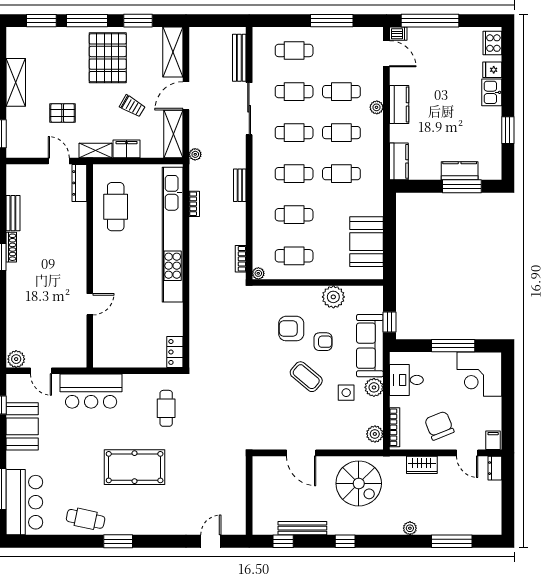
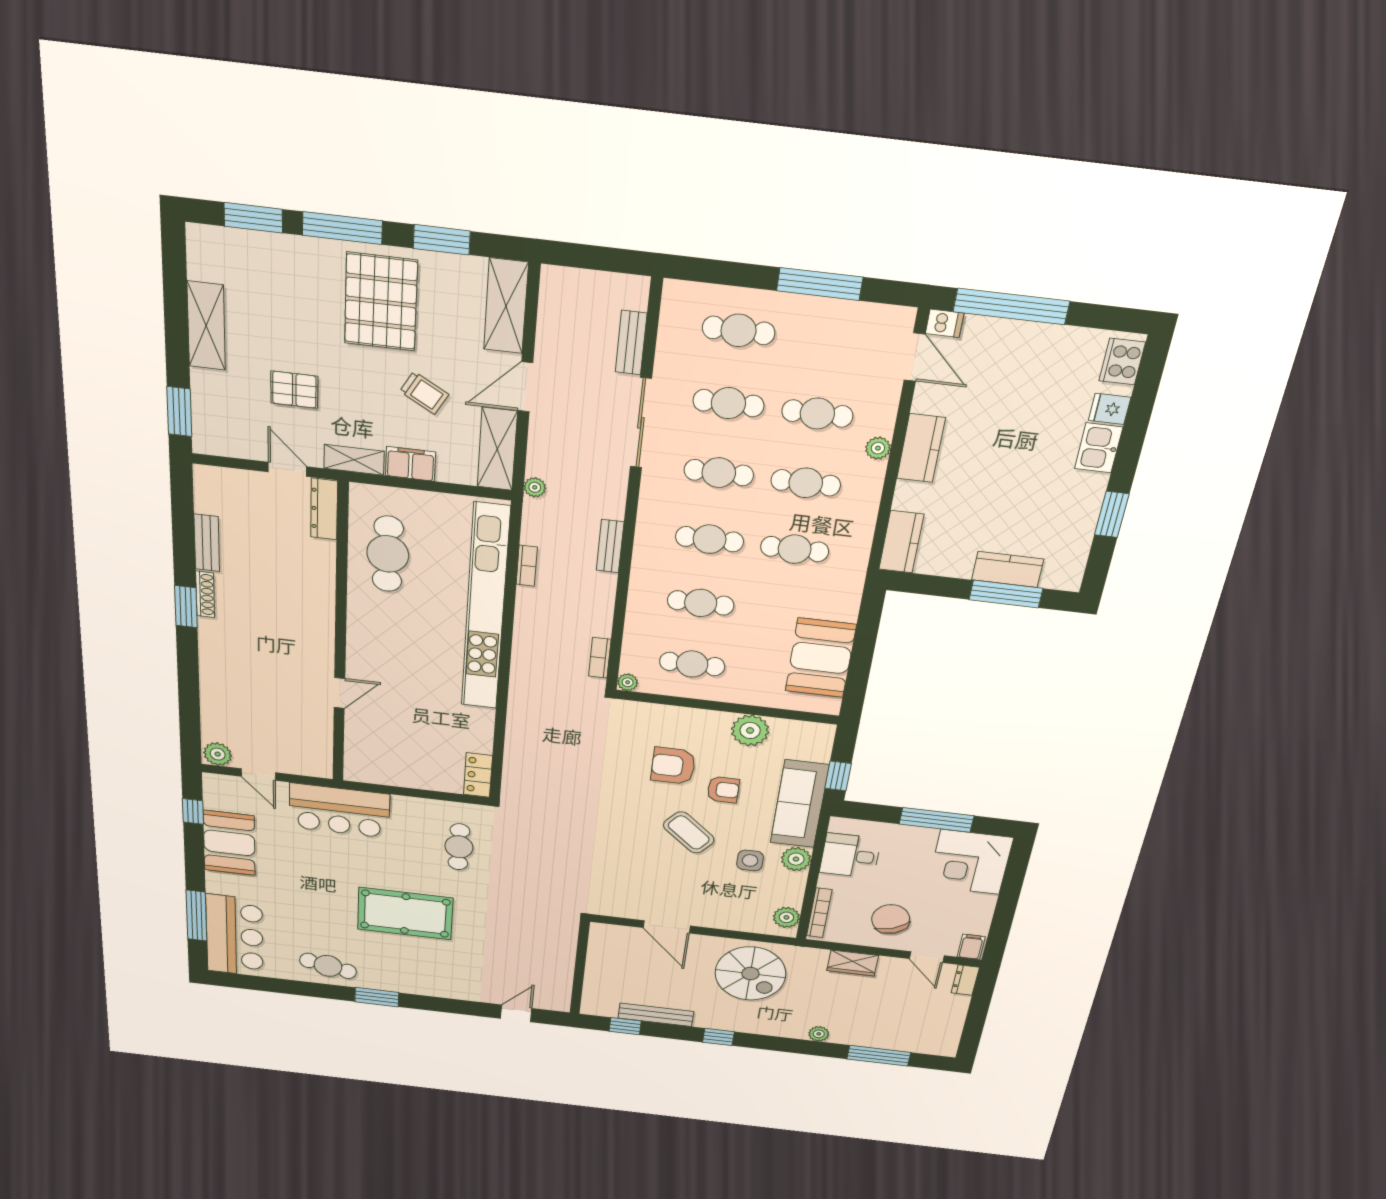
bench: (239, 58) -> (631, 343), width x0.73

